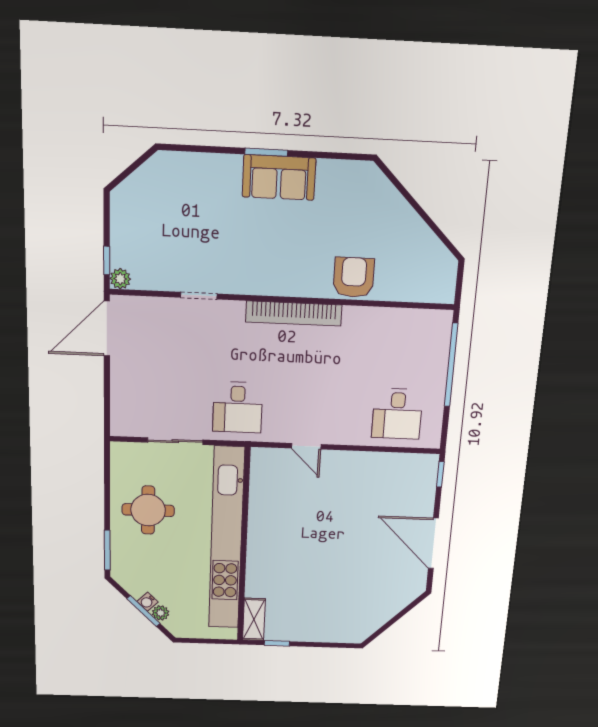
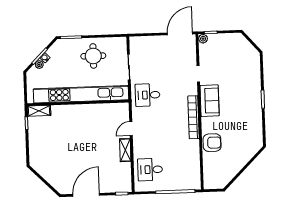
sofa: (279, 177) -> (210, 101), moved, turned 180
door: (107, 329) -> (180, 33), hinge flipped
shelving: (350, 461) -> (125, 150), added

